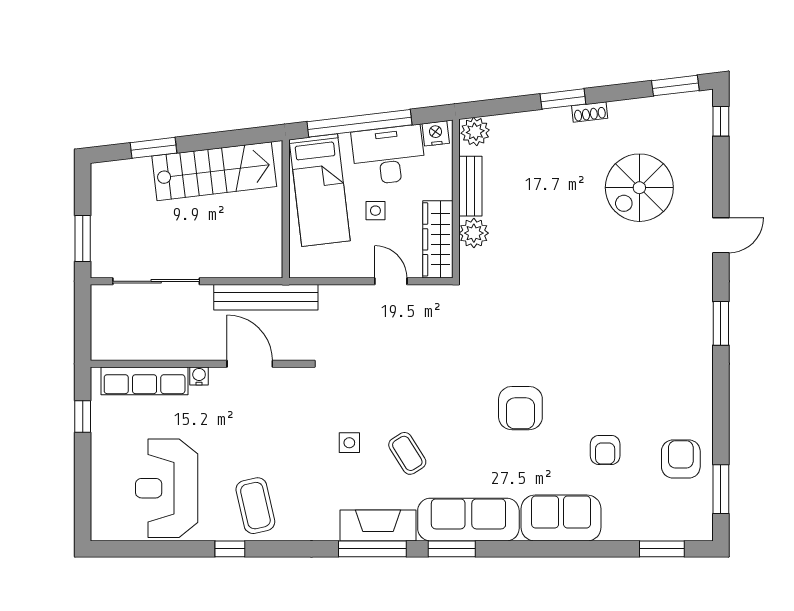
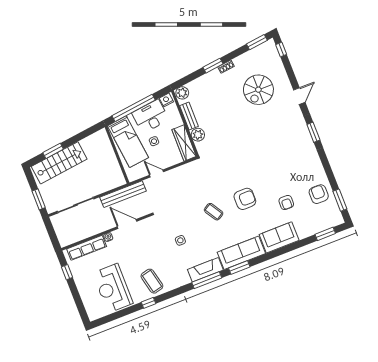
stairs: (214, 171) -> (59, 163), moved
door: (391, 281) -> (156, 174), moved
armchair: (520, 408) -> (245, 199), turned -90
coffee table: (407, 453) -> (214, 212), moved

